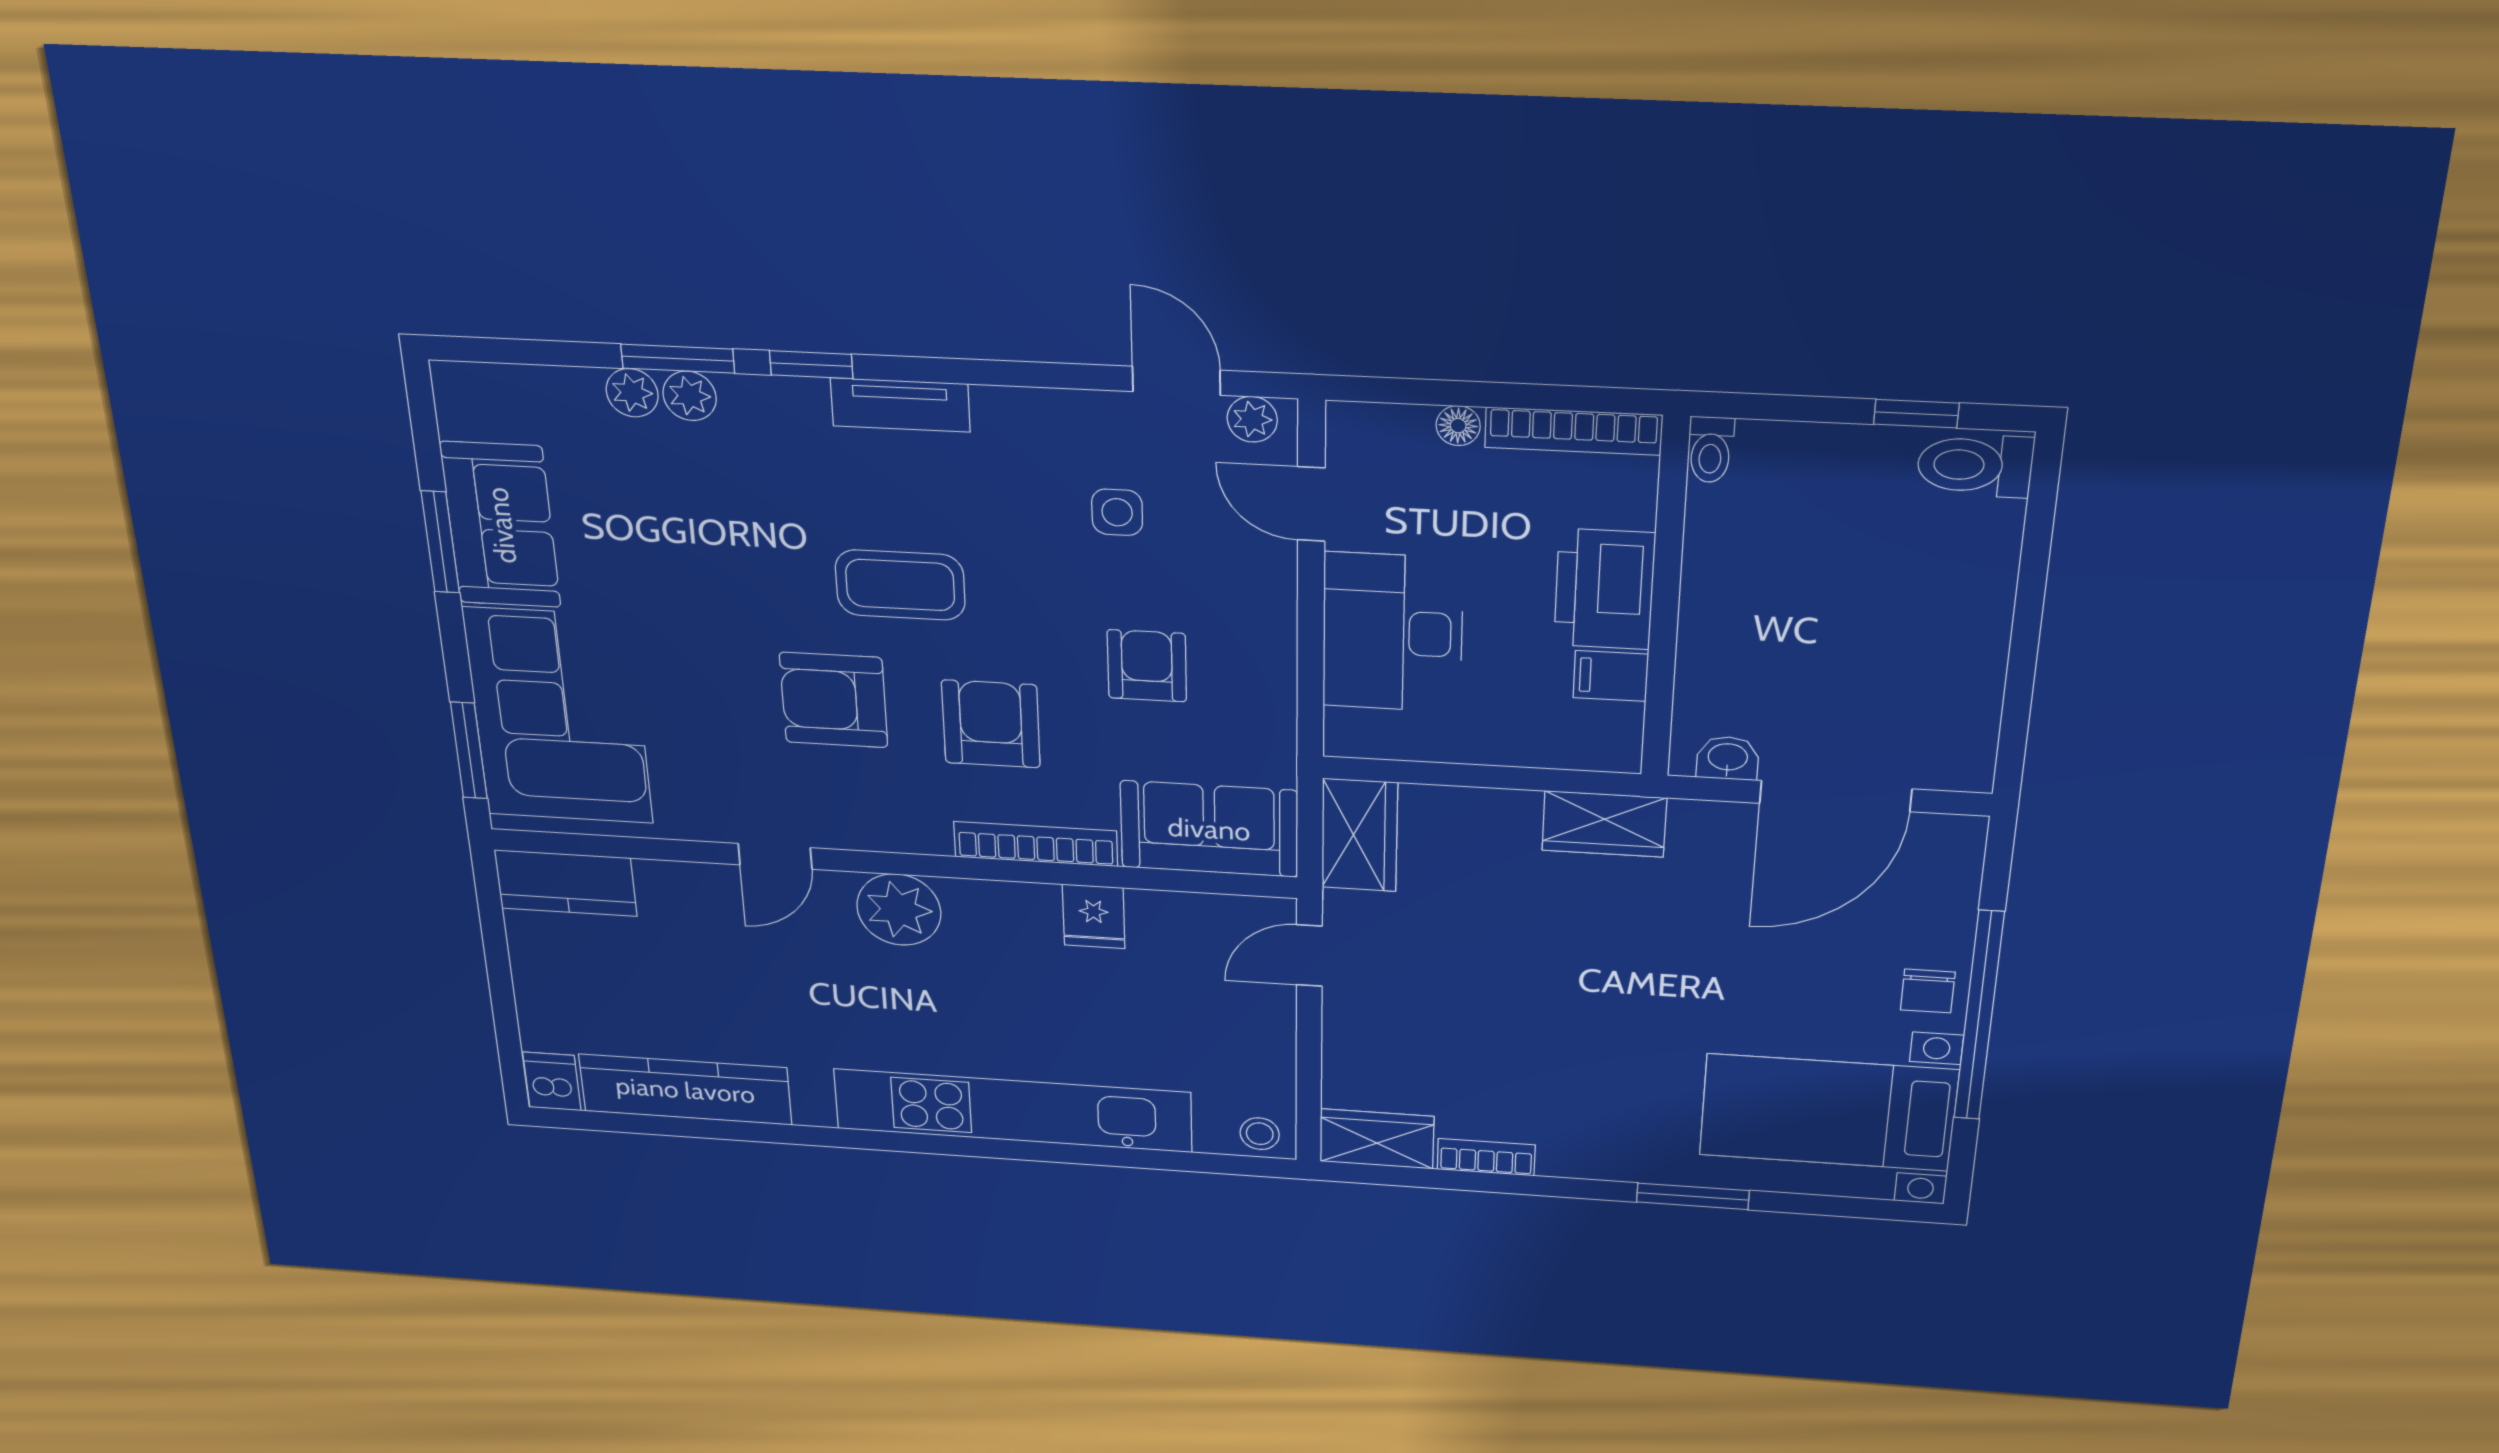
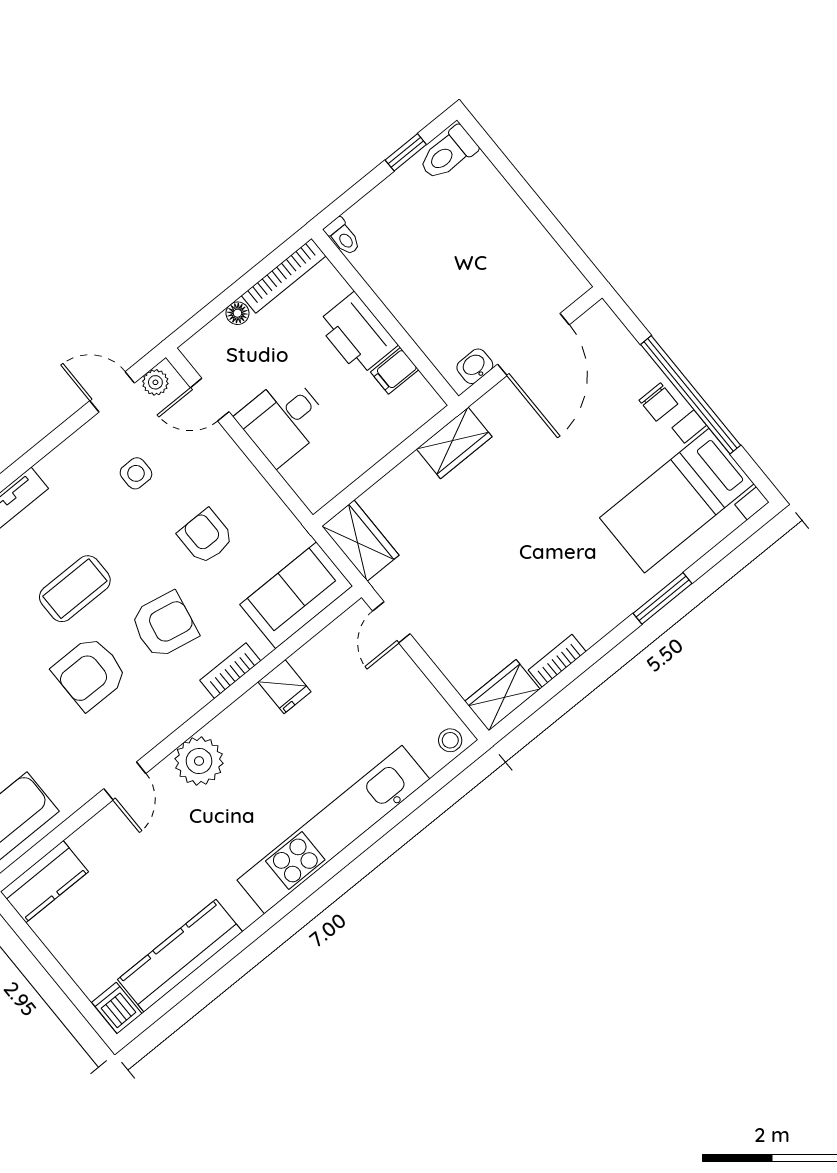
desk: (1393, 633) -> (283, 420), width x0.73
armchair: (991, 724) -> (164, 625), turned 101
bookcase: (1036, 844) -> (230, 671), width x0.64

